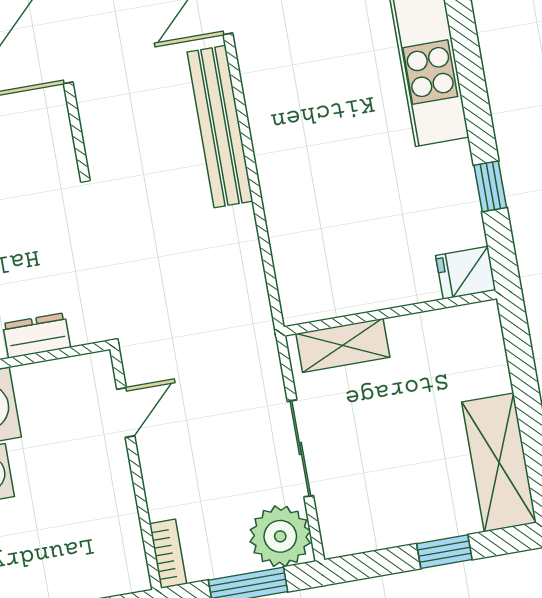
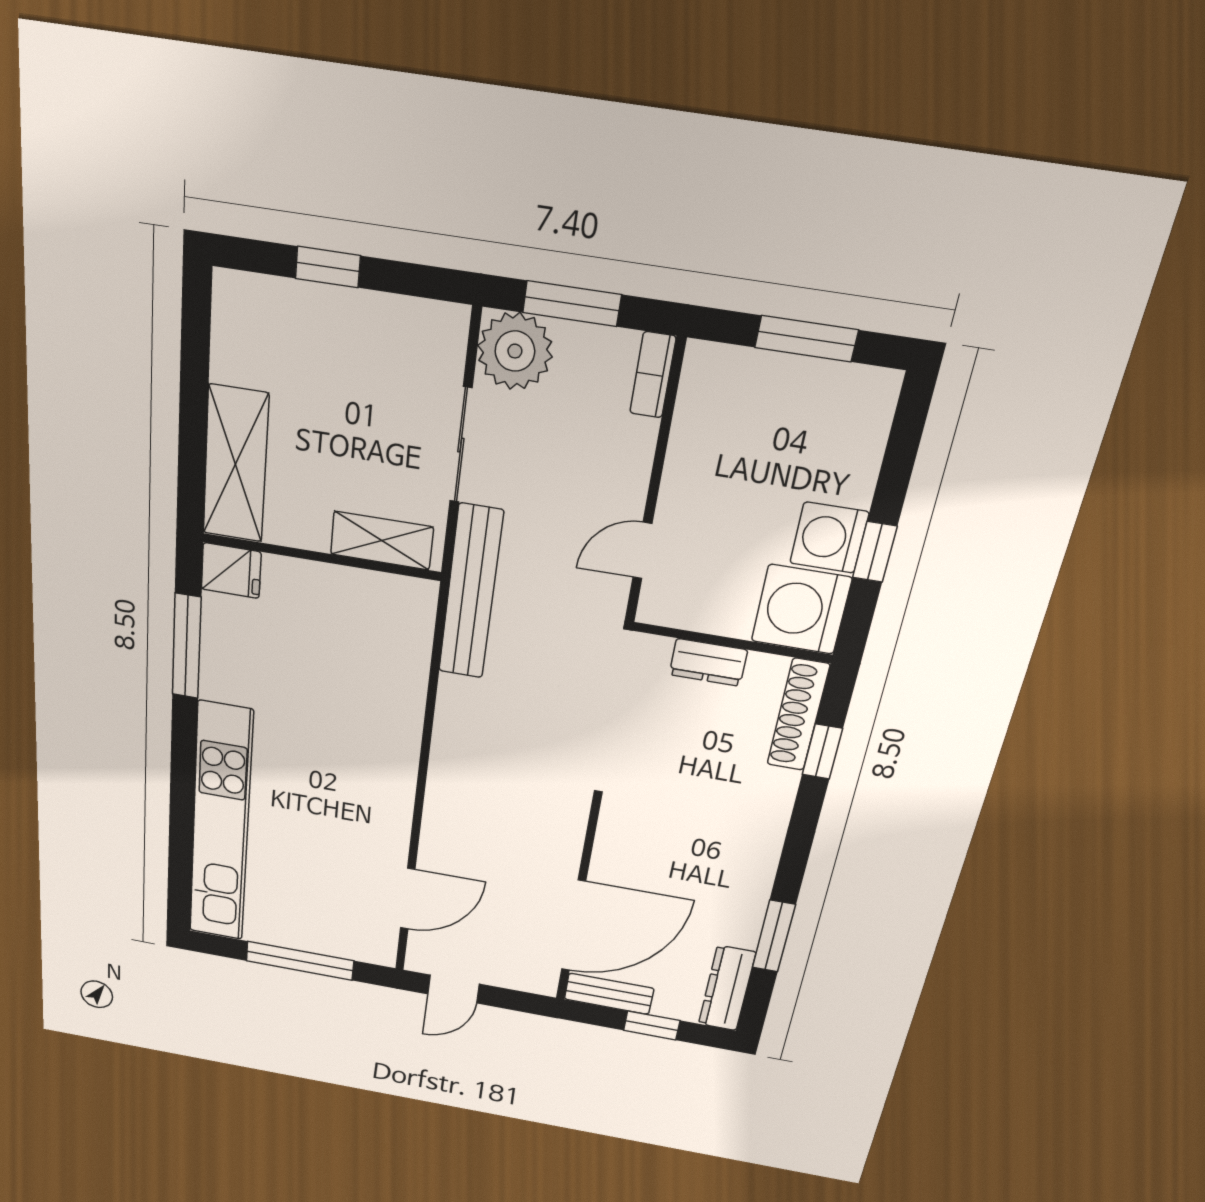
bench: (220, 127) -> (471, 592), moved
window: (490, 186) -> (187, 646), width x2.17
shelving: (499, 462) -> (236, 464), moved

